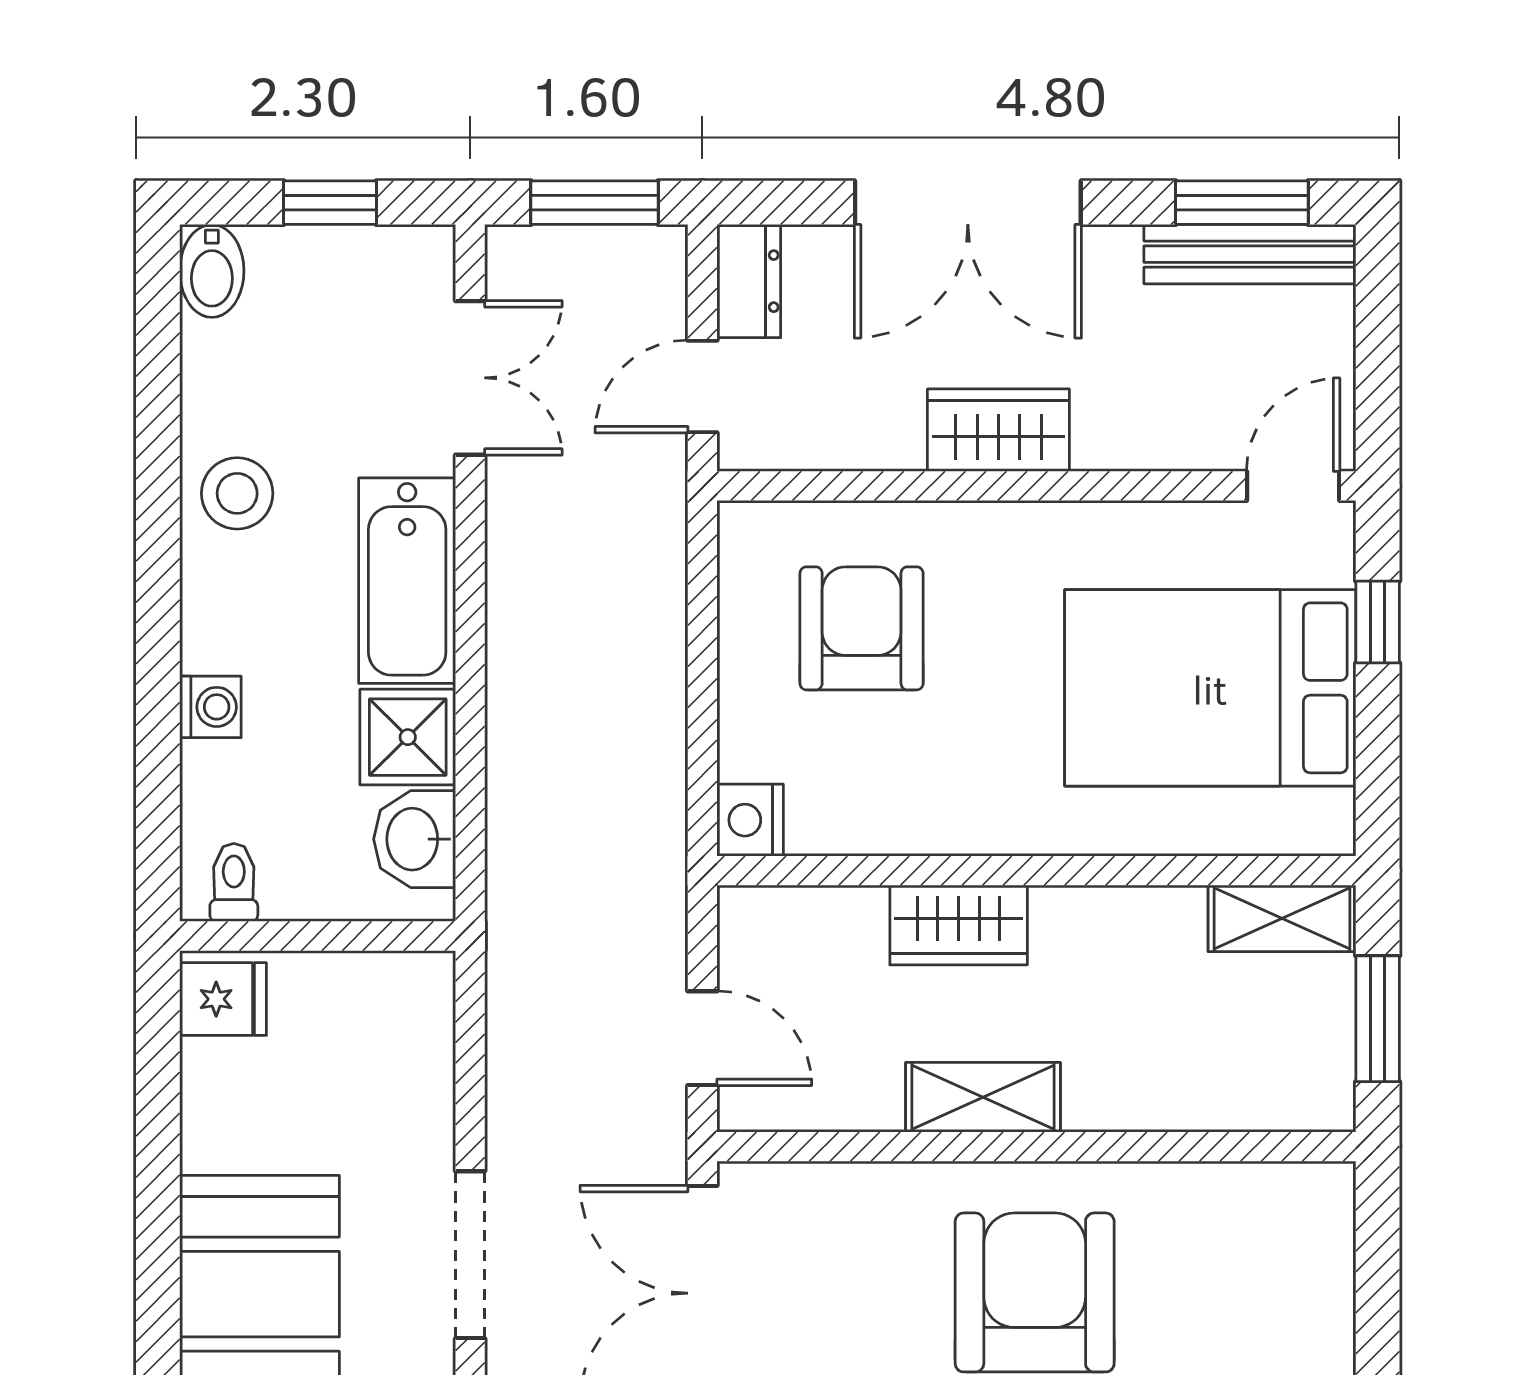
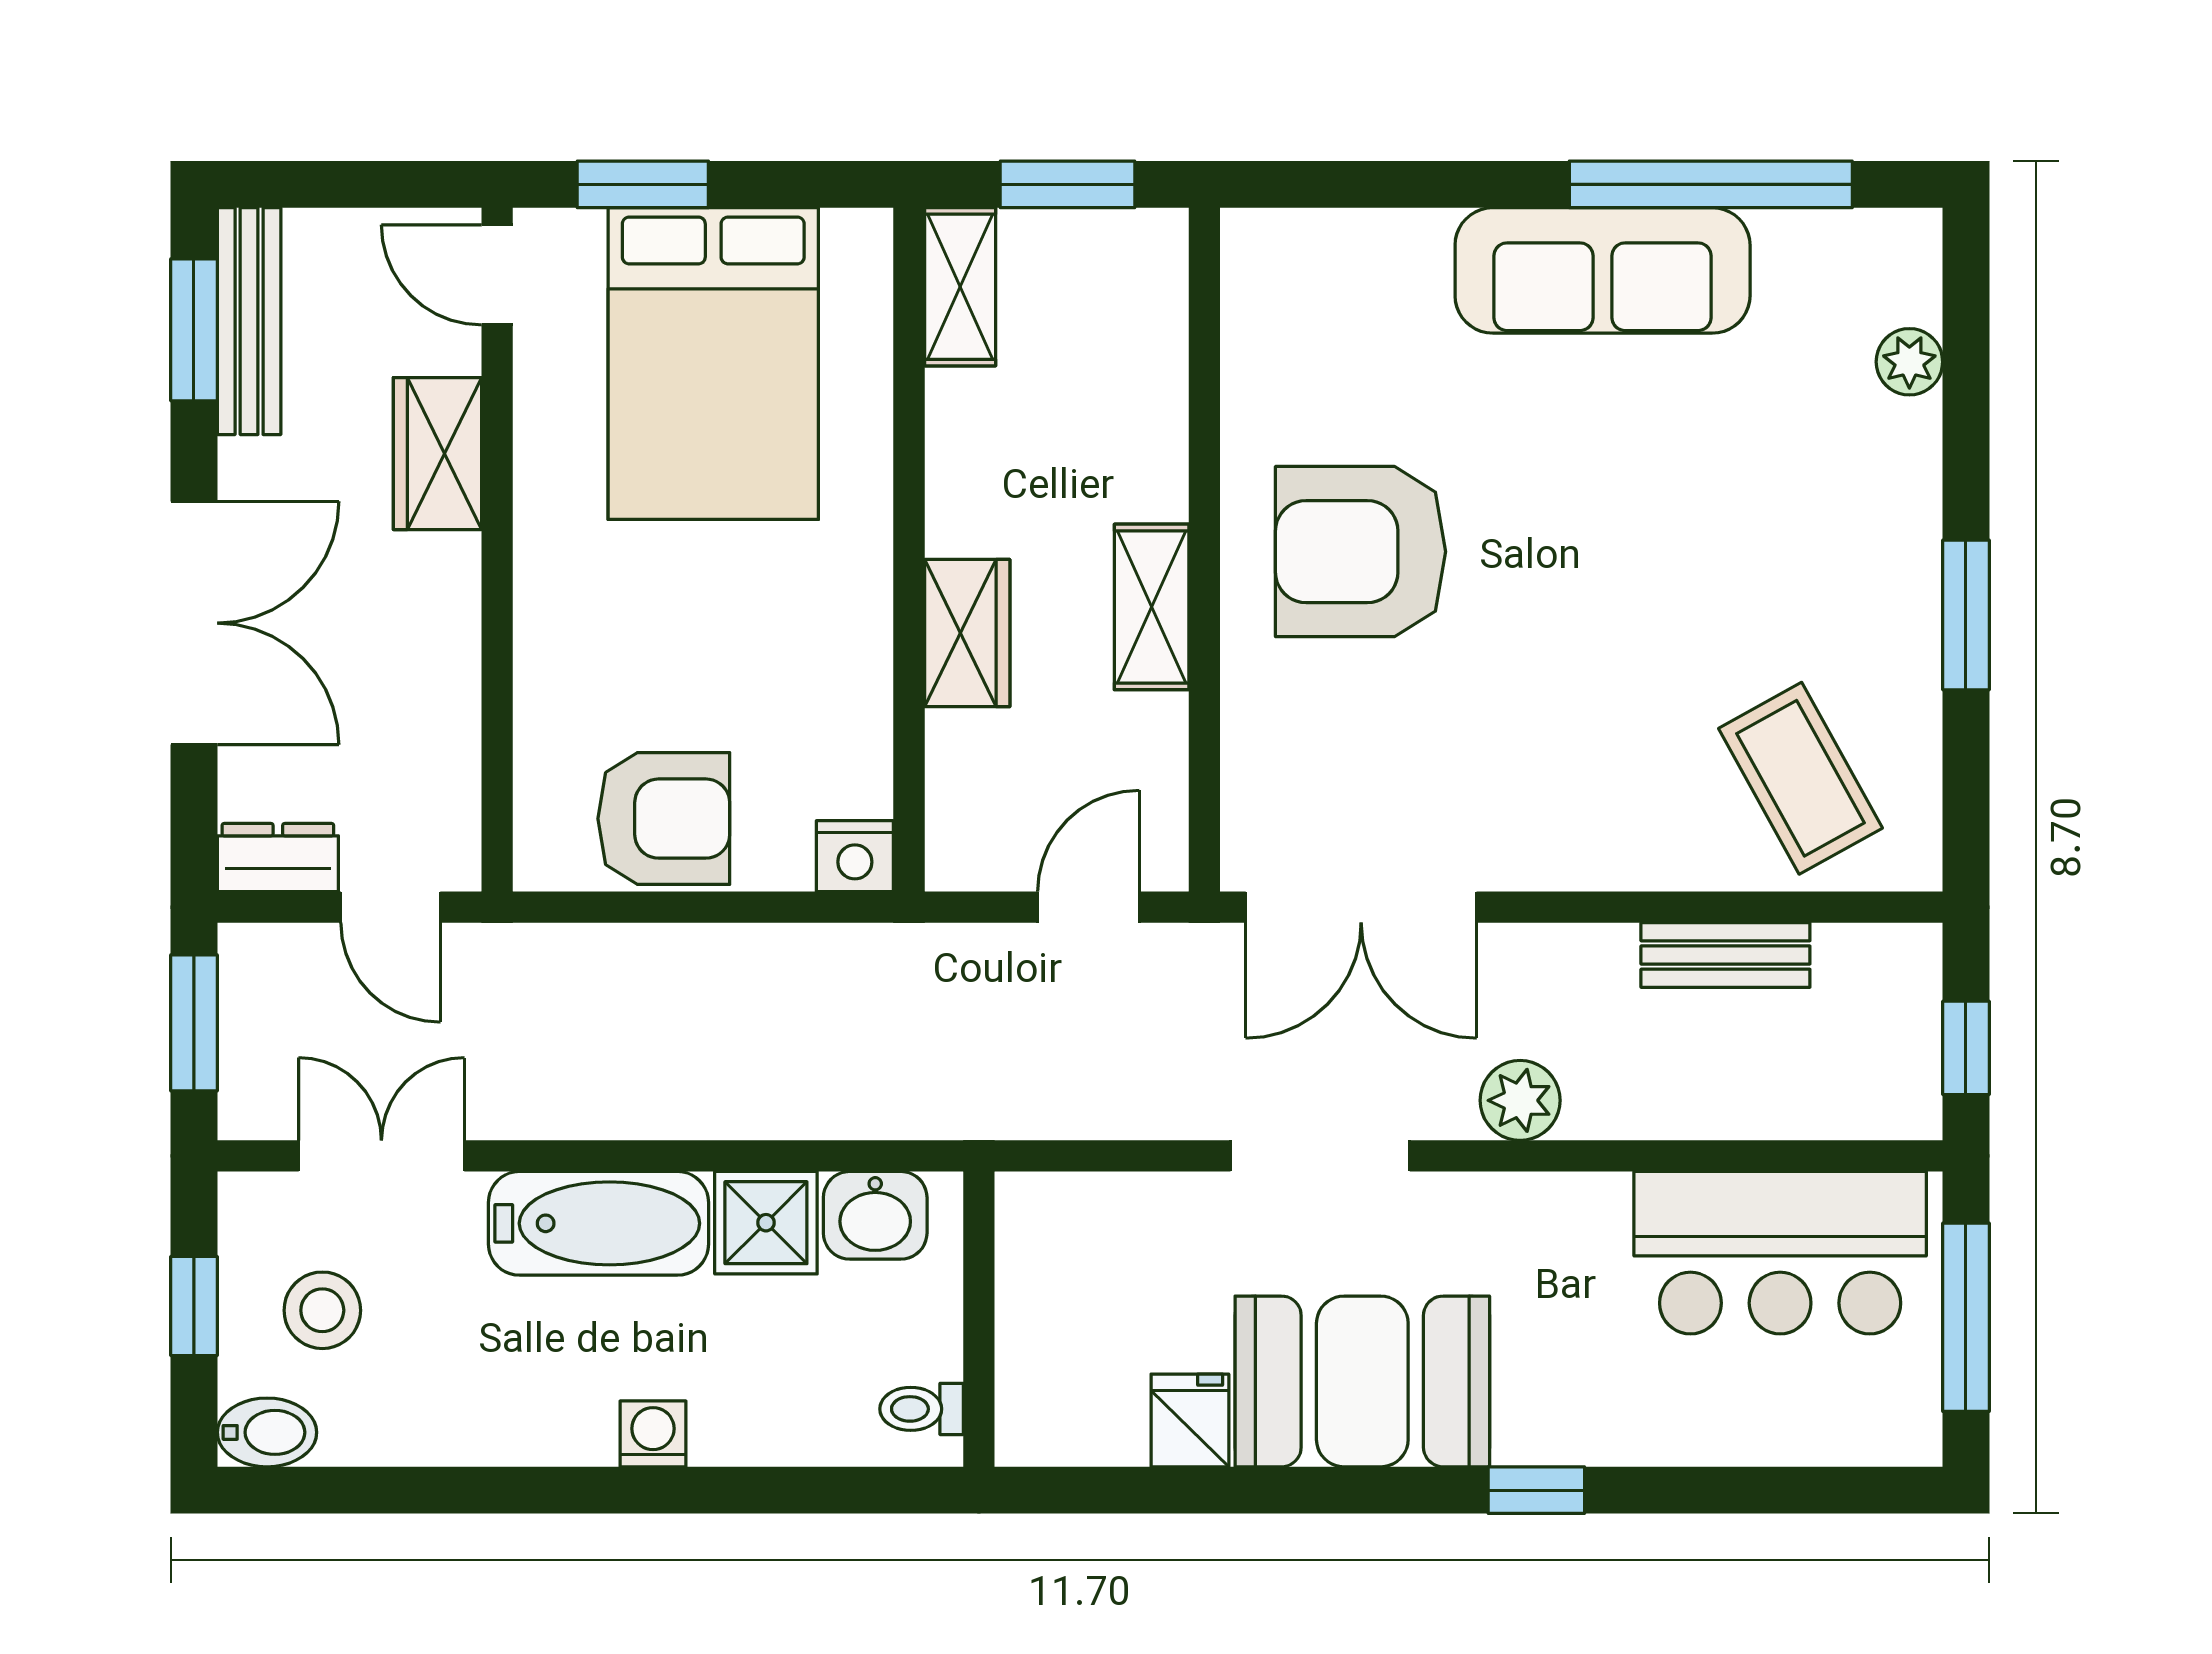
wardrobe: (998, 430) -> (437, 454), moved
stool: (237, 493) -> (322, 1310), moved
window: (1378, 622) -> (643, 184), width x1.50
armchair: (862, 628) -> (664, 819), moved, turned 180
washing machine: (210, 707) -> (653, 1434), moved
fridge: (223, 999) -> (1190, 1420), moved

